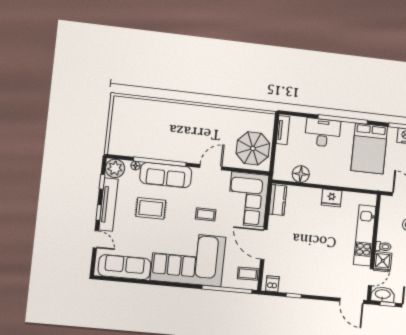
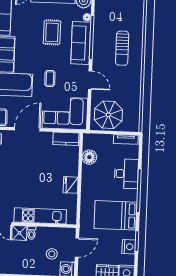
sun lounger: (175, 127) -> (122, 48), added

